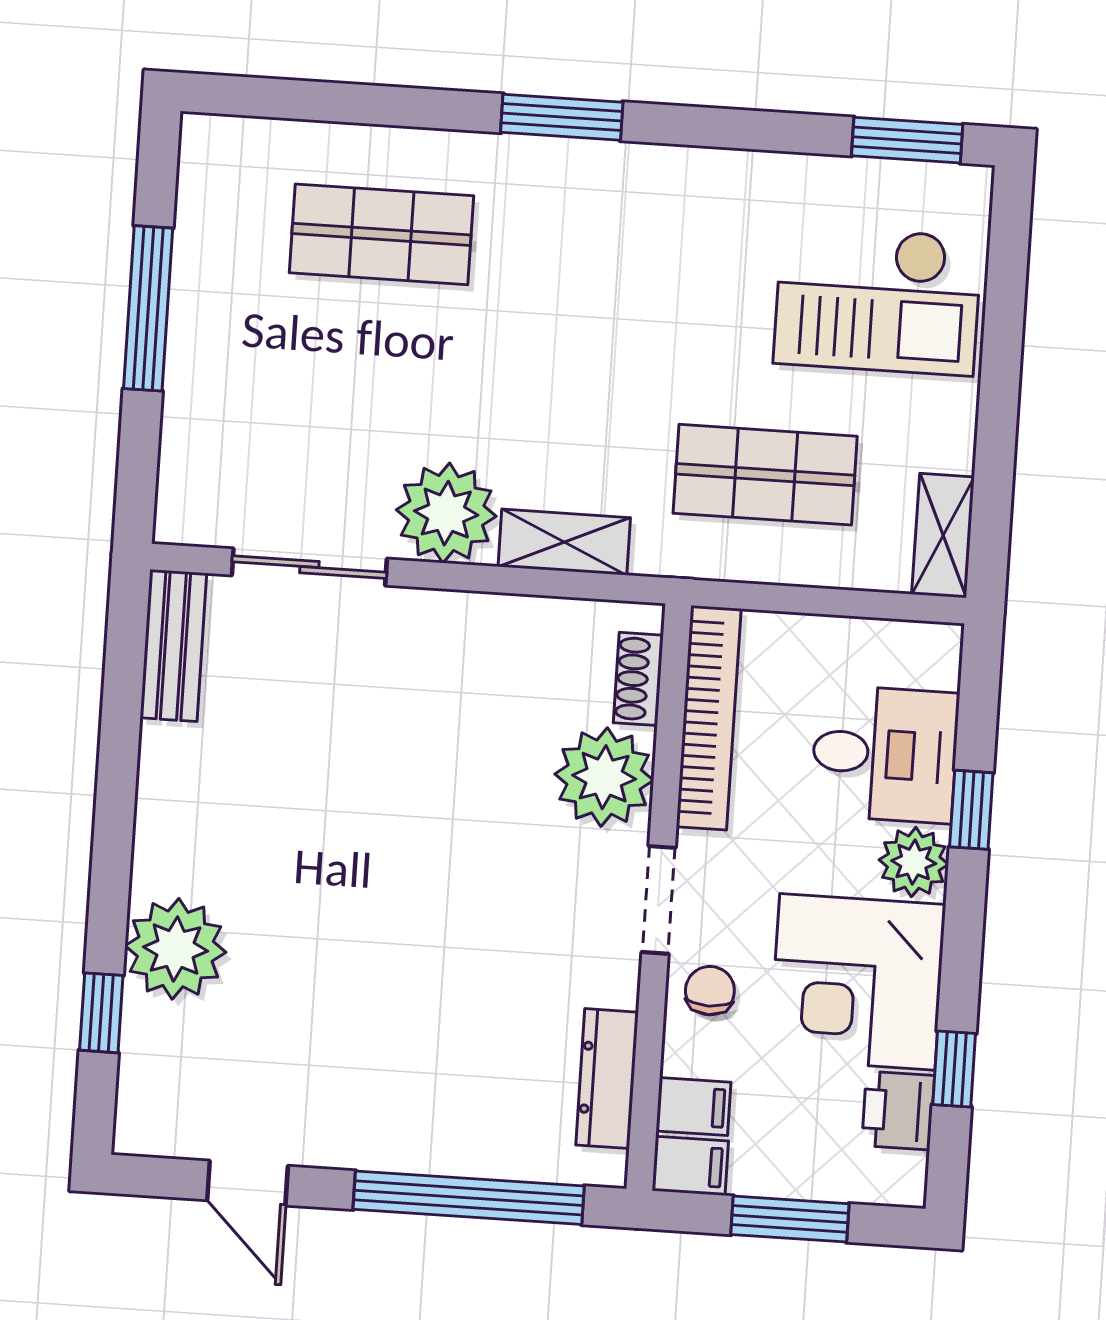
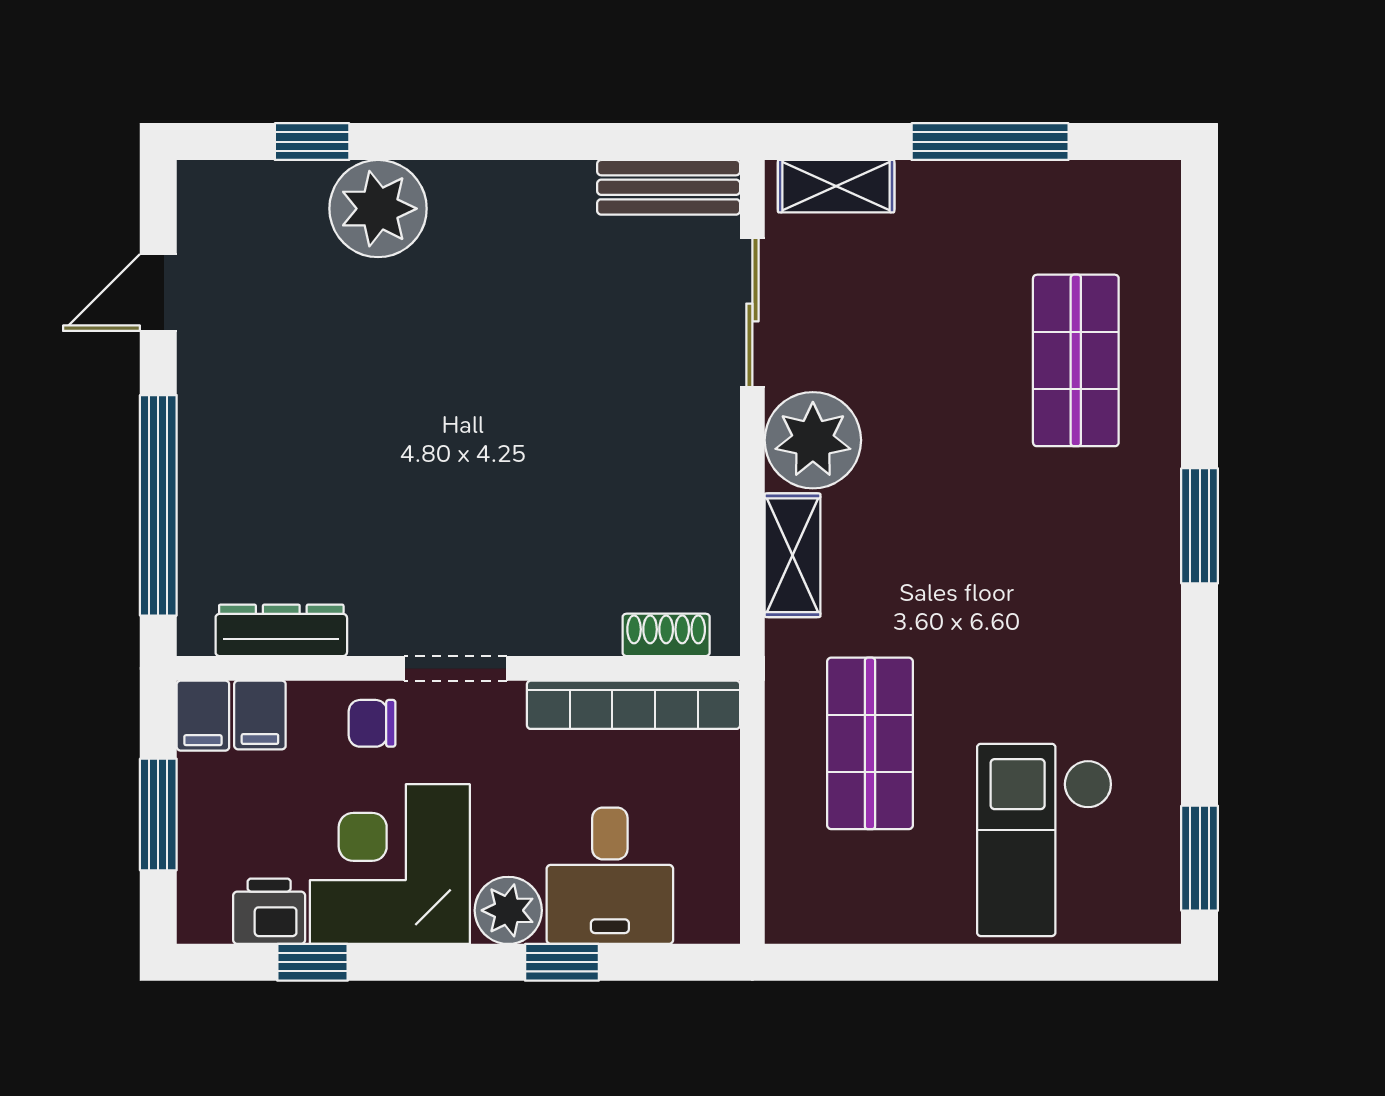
shelving: (943, 536) -> (836, 186), moved
plant: (604, 777) -> (570, 608), removed
chair: (710, 991) -> (372, 723), turned 180

